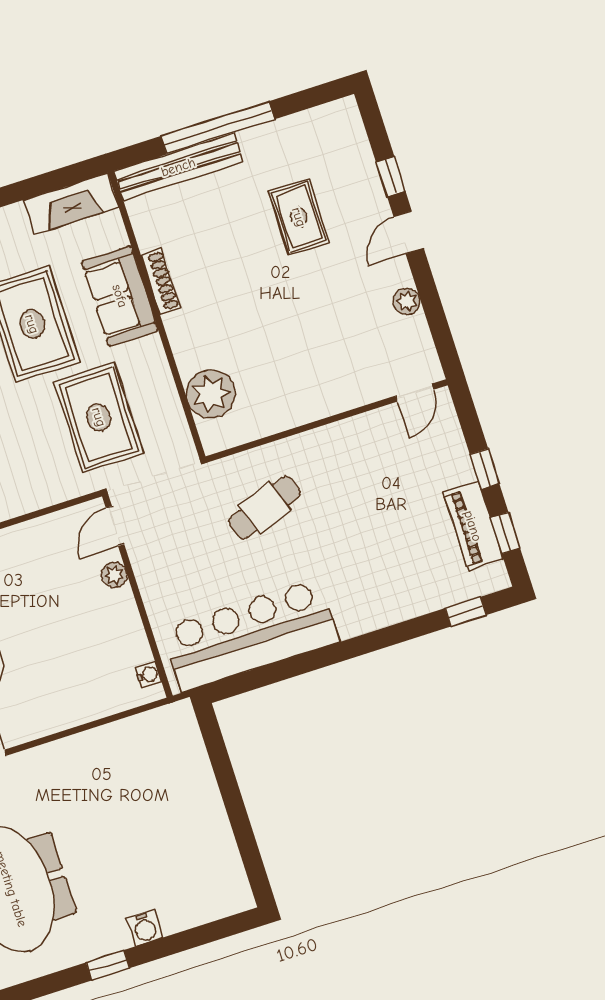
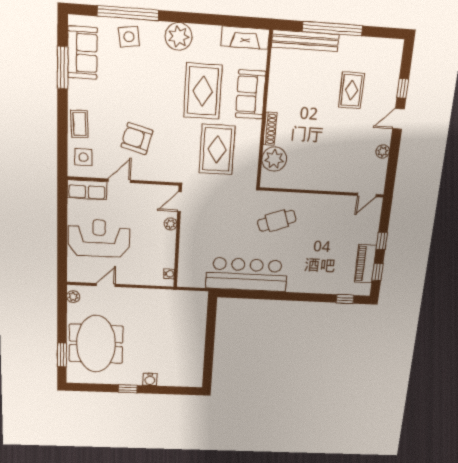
shoe rack: (161, 282) -> (270, 129), moved
door: (115, 526) -> (179, 202), moved
plant: (114, 575) -> (171, 224), moved
wall: (137, 596) -> (178, 237), moved
water cooler: (148, 675) -> (169, 274), moved

